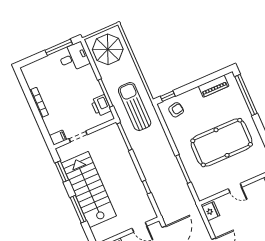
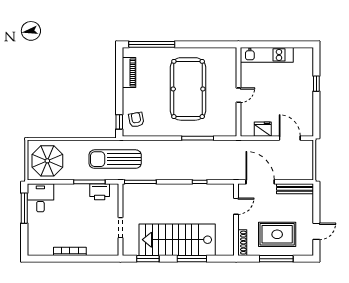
filing cabinet: (58, 138) -> (113, 248), removed
fridge: (211, 211) -> (263, 129), moved

